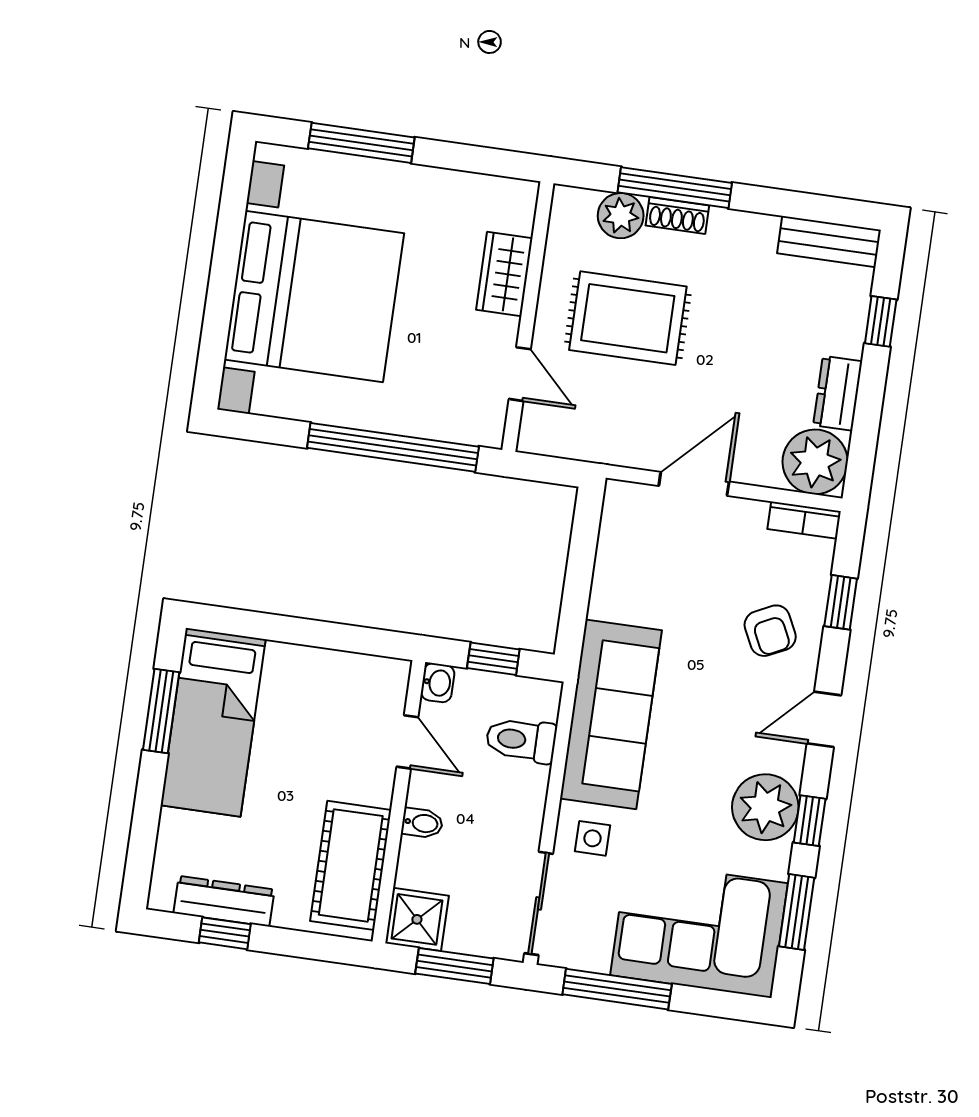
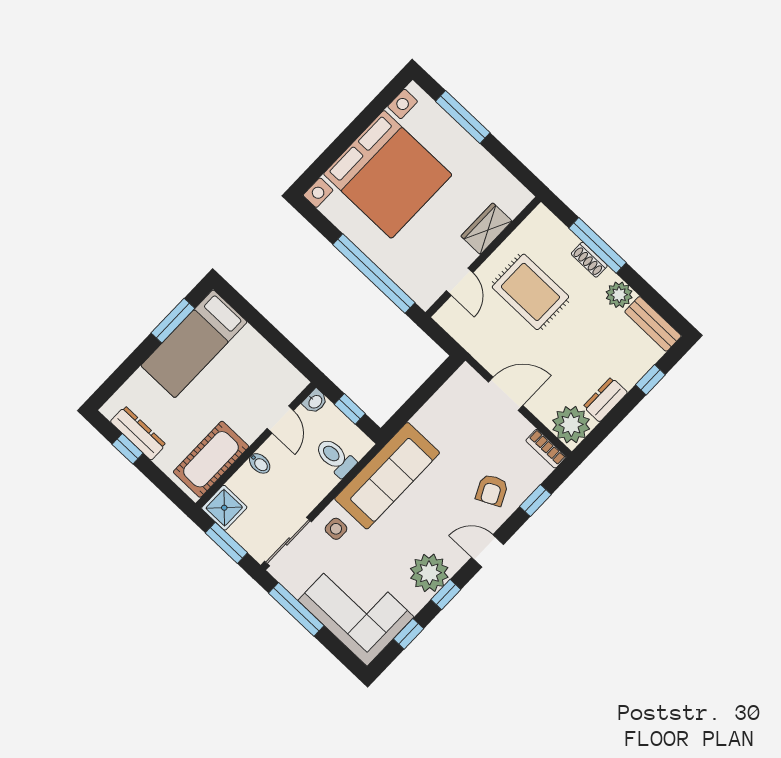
plant: (621, 216) -> (619, 295), moved
window: (797, 912) -> (409, 634), width x0.67

